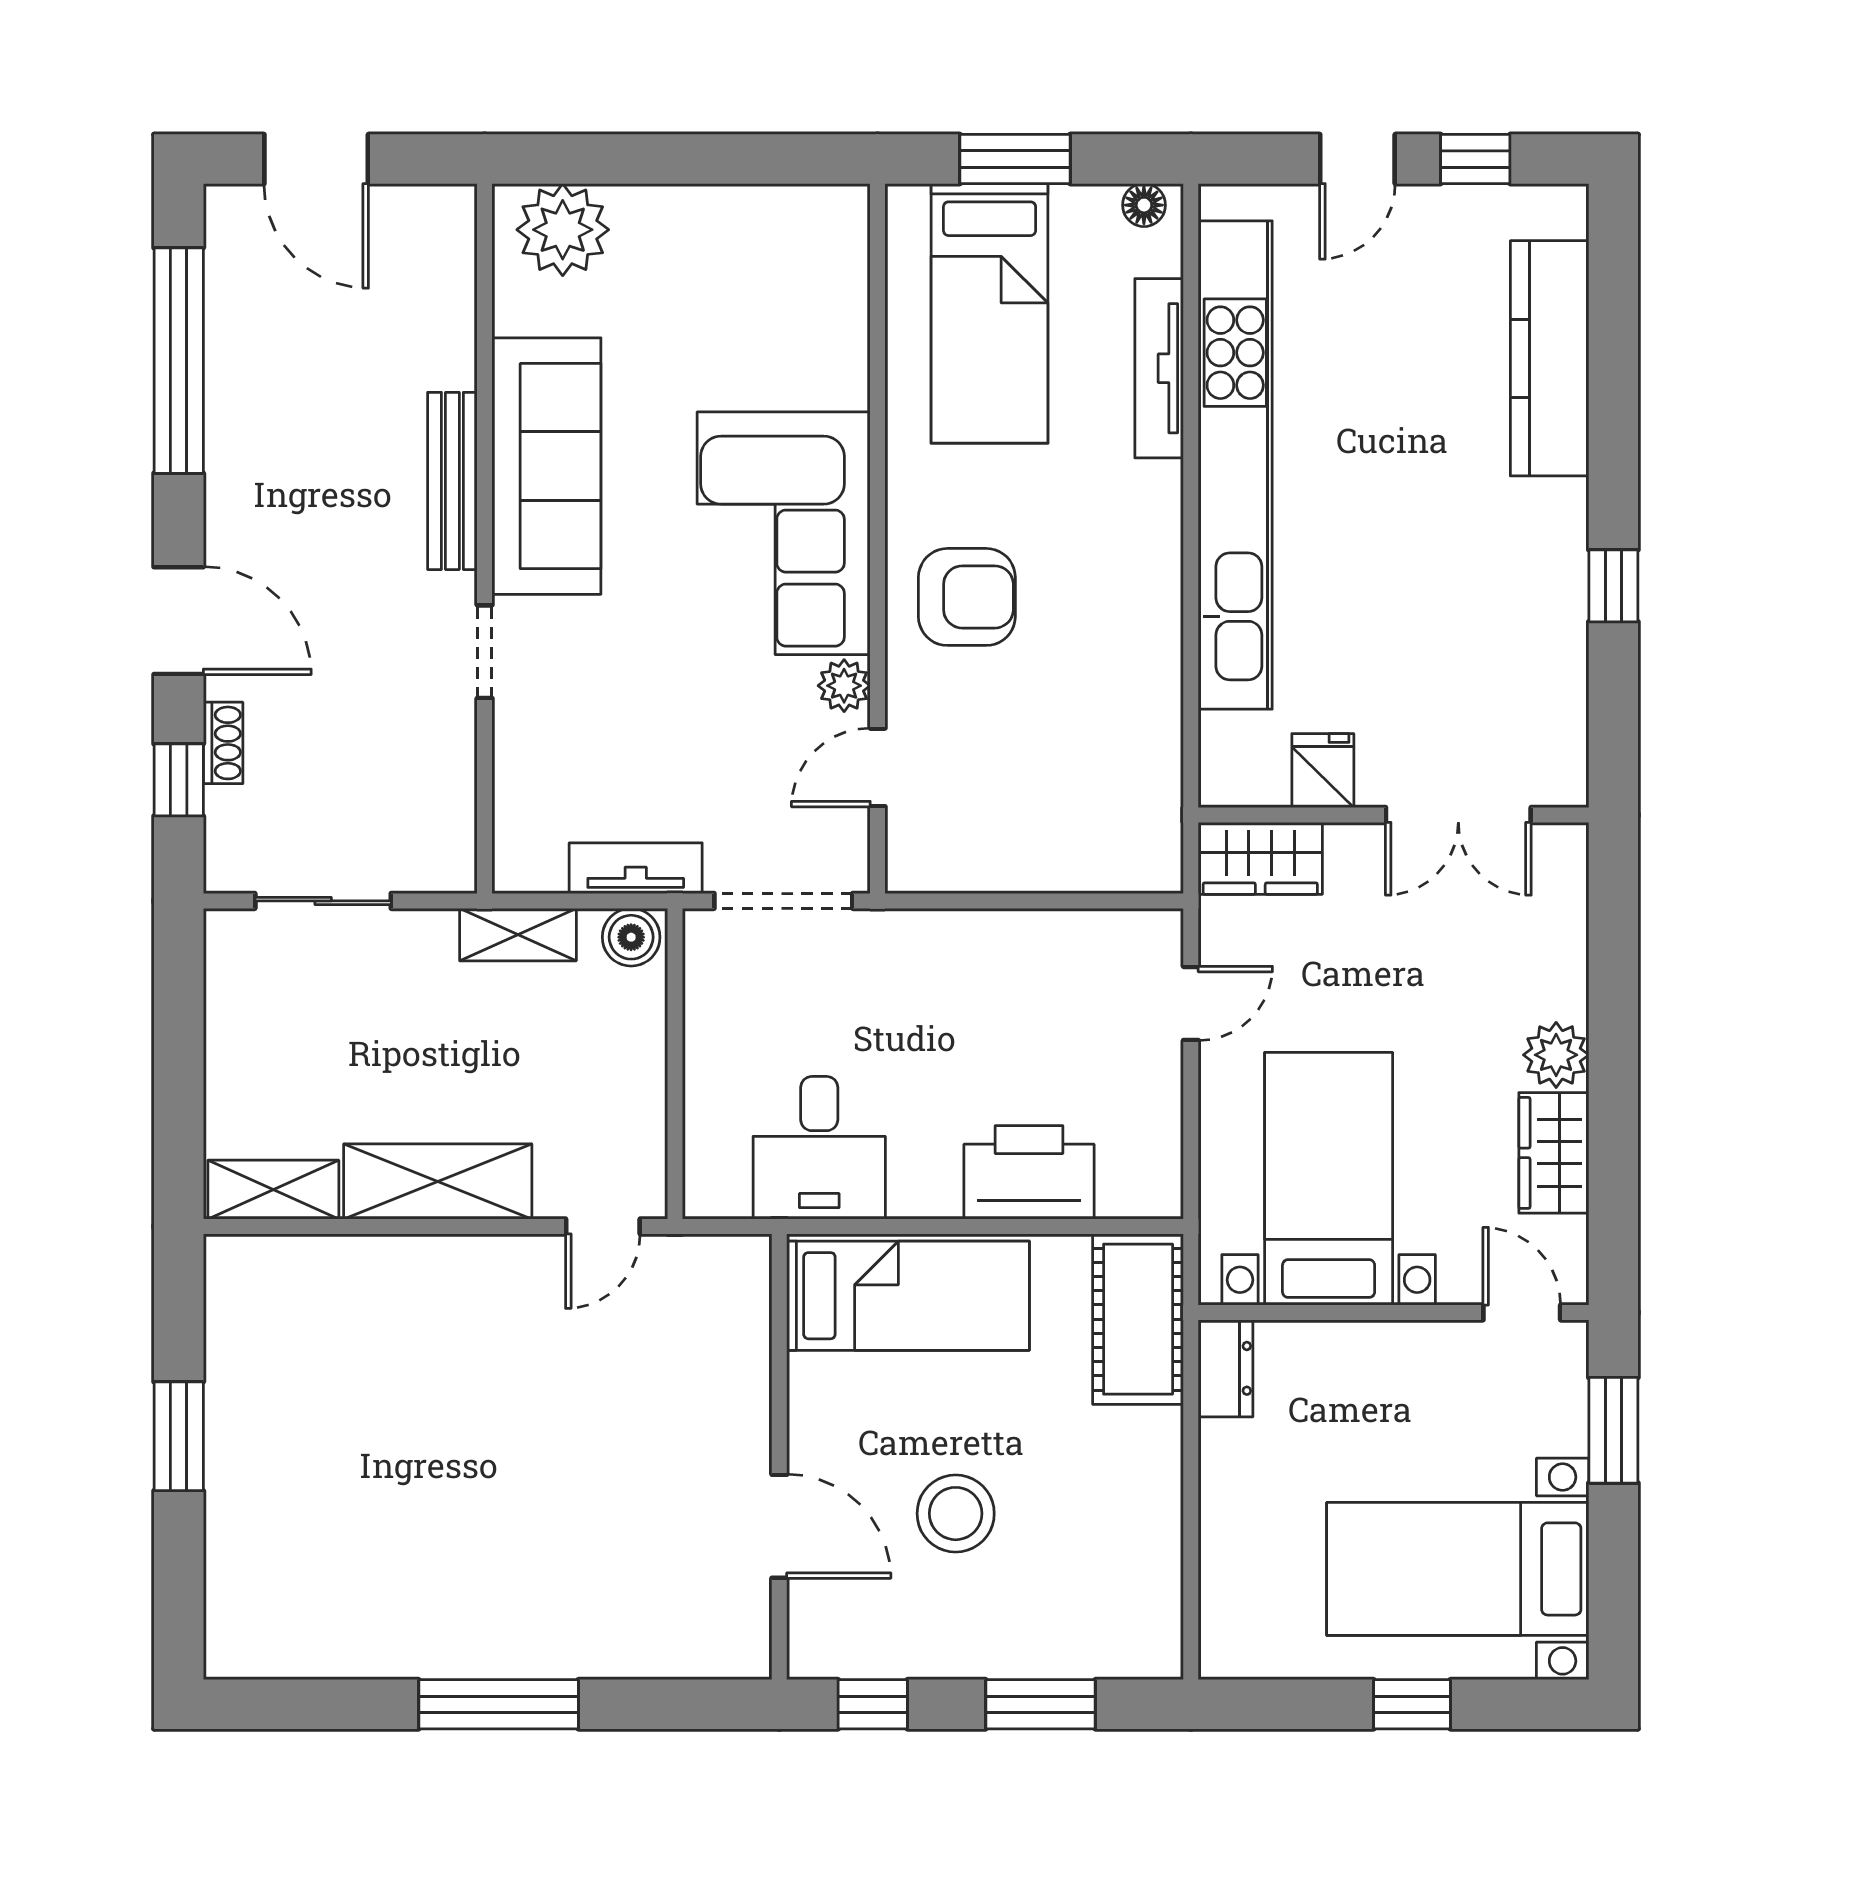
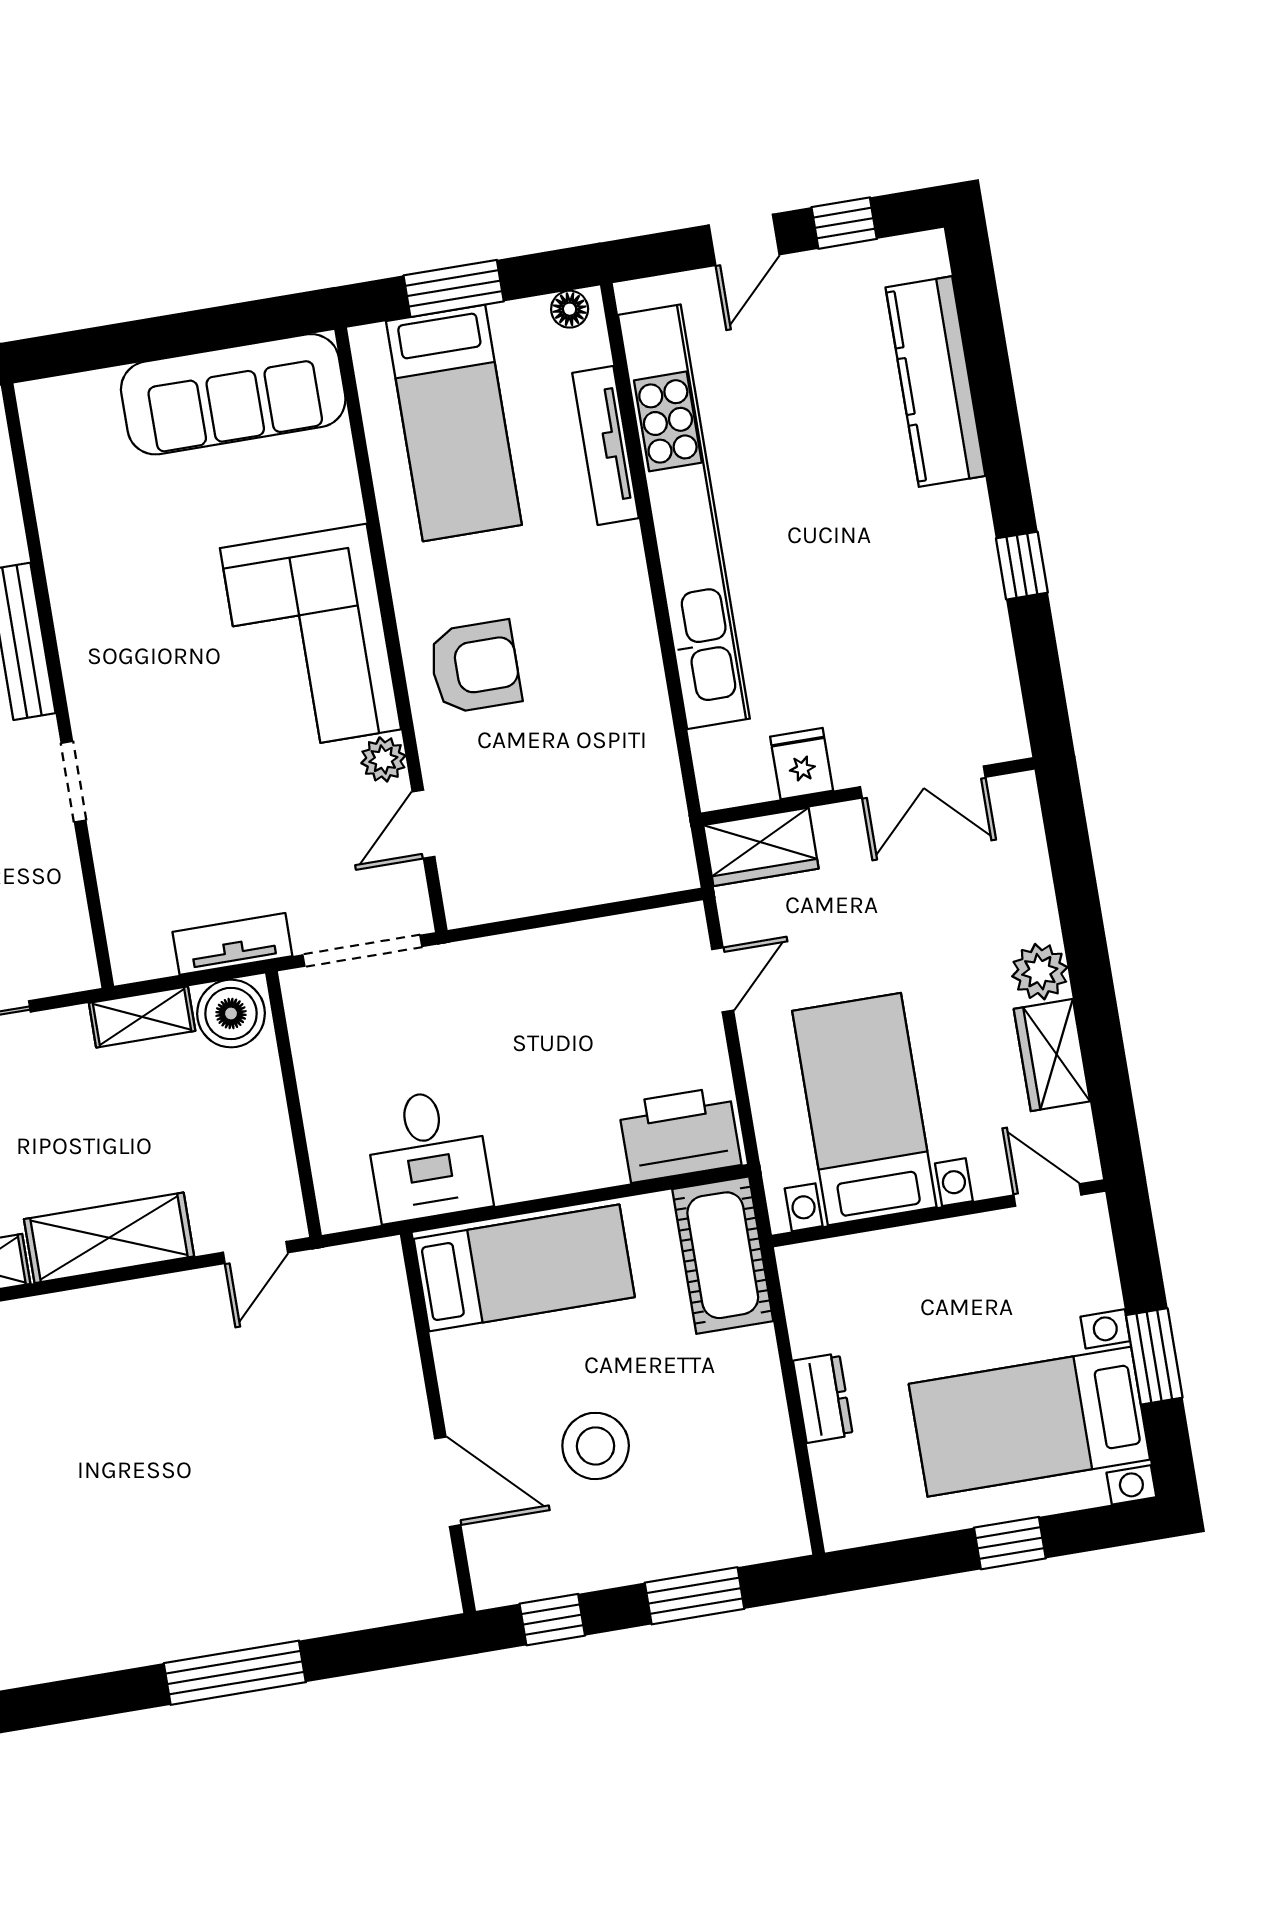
plant: (563, 230) -> (80, 413), removed
sofa: (546, 466) -> (233, 394), moved, turned 90
boiler: (631, 937) -> (231, 1013), width x1.36, depth x1.36
printer: (1029, 1172) -> (680, 1134), moved
dresser: (1226, 1368) -> (823, 1398), moved
window: (1613, 1430) -> (1154, 1356), moved

